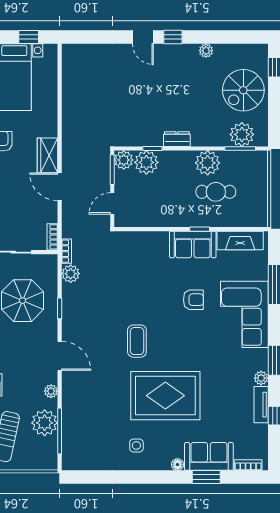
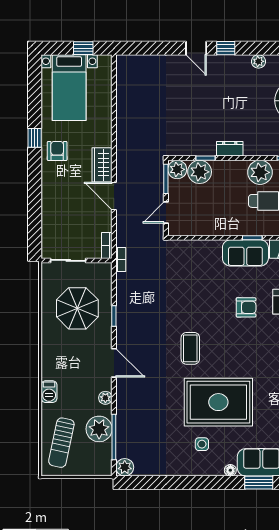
plant: (71, 274) -> (125, 467), moved
side table: (136, 445) -> (202, 444), moved

